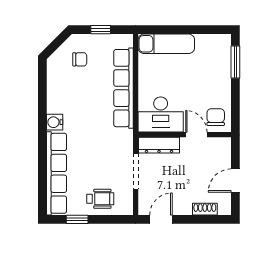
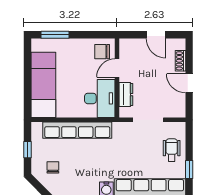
exam couch: (166, 44) -> (43, 85), width x1.36, depth x1.45
dresser: (159, 145) -> (126, 95), width x0.70
door: (161, 219) -> (189, 83), moved

